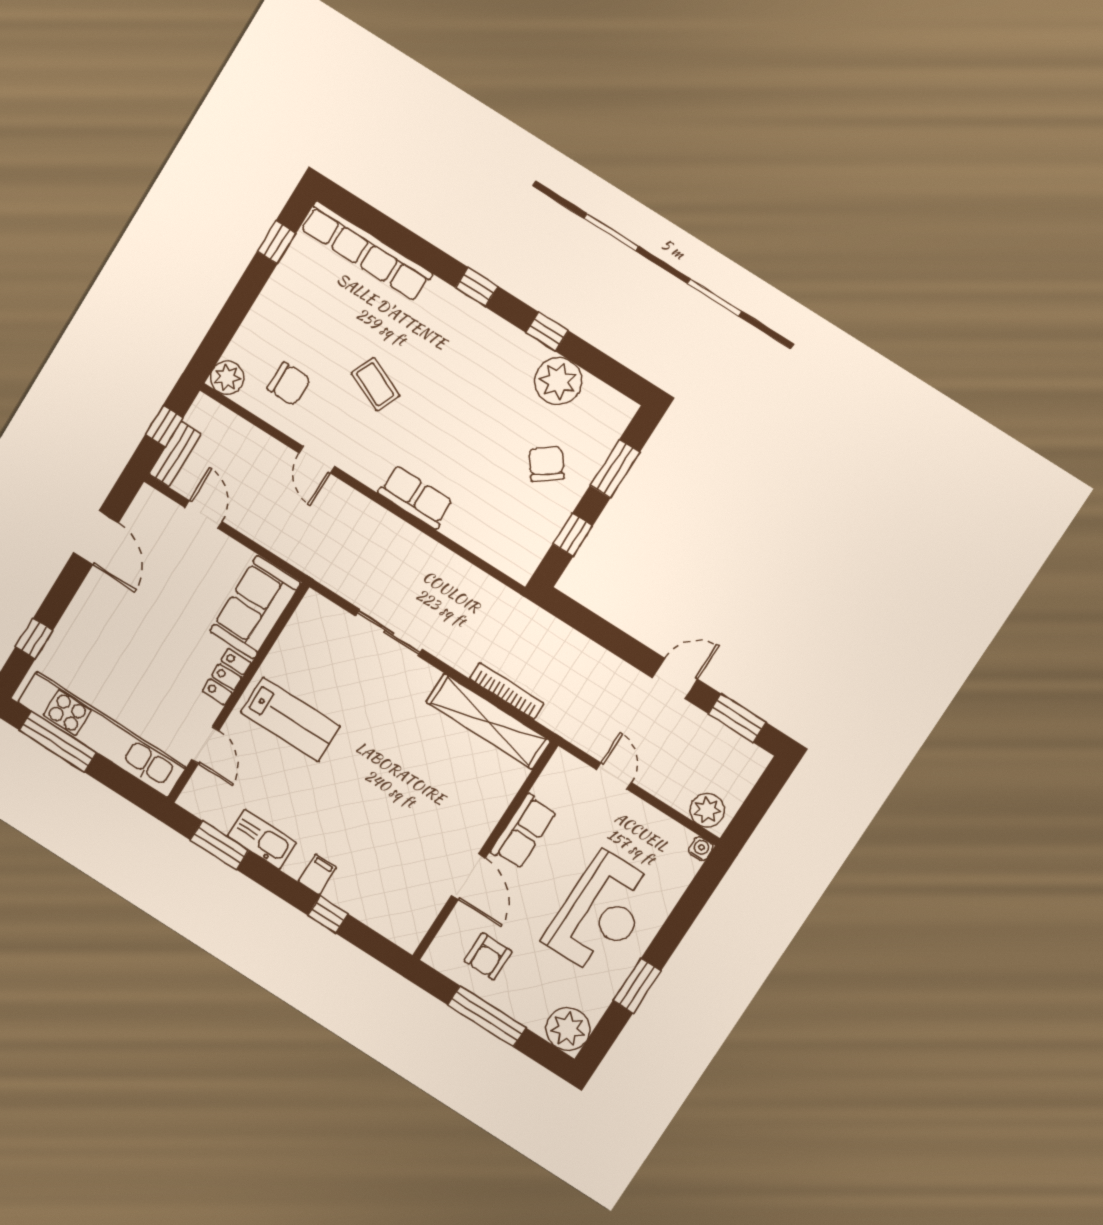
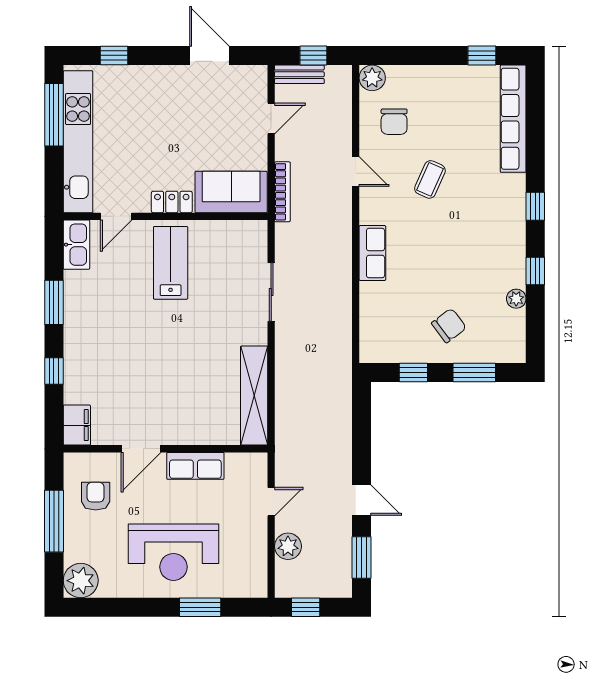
plant: (558, 381) -> (516, 299), width x0.53, depth x0.53
door: (317, 460) -> (356, 172), swing flipped
door: (96, 538) -> (209, 55), swing flipped
bookcase: (507, 691) -> (282, 192), moved
lab bench: (290, 719) -> (171, 263), turned 180
plant: (707, 810) -> (288, 546), moved
window: (752, 812) -> (306, 607), added
kitchen sink: (262, 840) -> (76, 245), moved
window: (219, 845) -> (54, 302), moved
water cooler: (701, 849) -> (260, 590), removed
filing cabinet: (317, 874) -> (77, 425), moved, width x2.00
armchair: (488, 956) -> (96, 496), turned 90
window: (637, 986) -> (200, 607), moved

